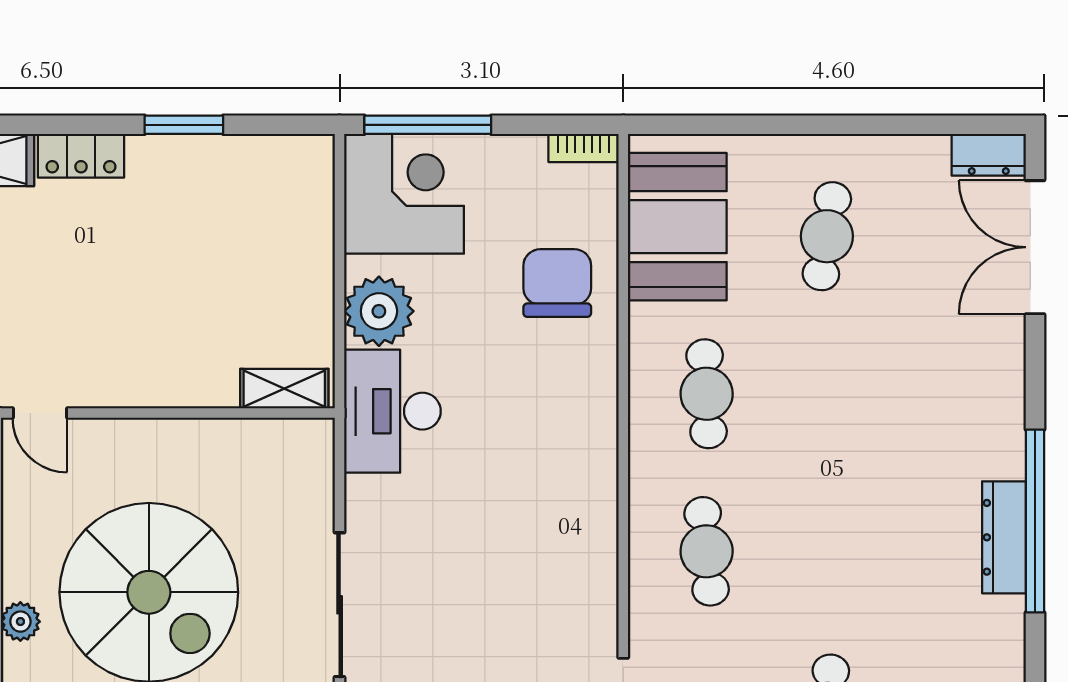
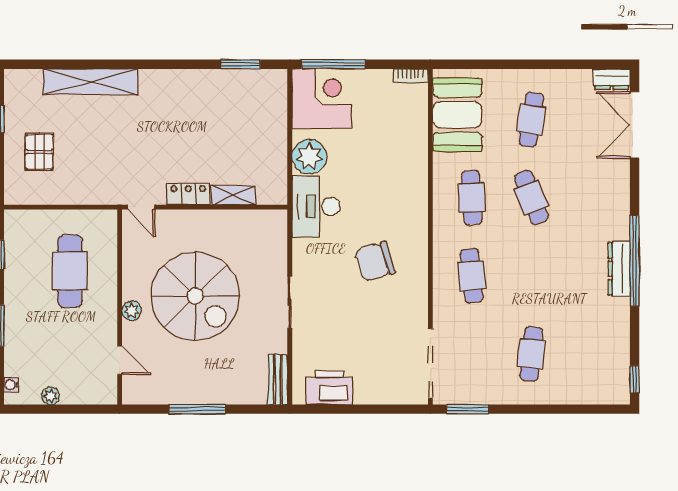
window: (184, 125) -> (241, 64), moved
locker: (81, 156) -> (188, 194), moved, turned 180
chair: (557, 283) -> (375, 262), moved, turned -107
shelving: (284, 389) -> (233, 195), moved
cafe table: (827, 394) -> (531, 198), added
sliding door: (340, 605) -> (290, 302), width x0.73

